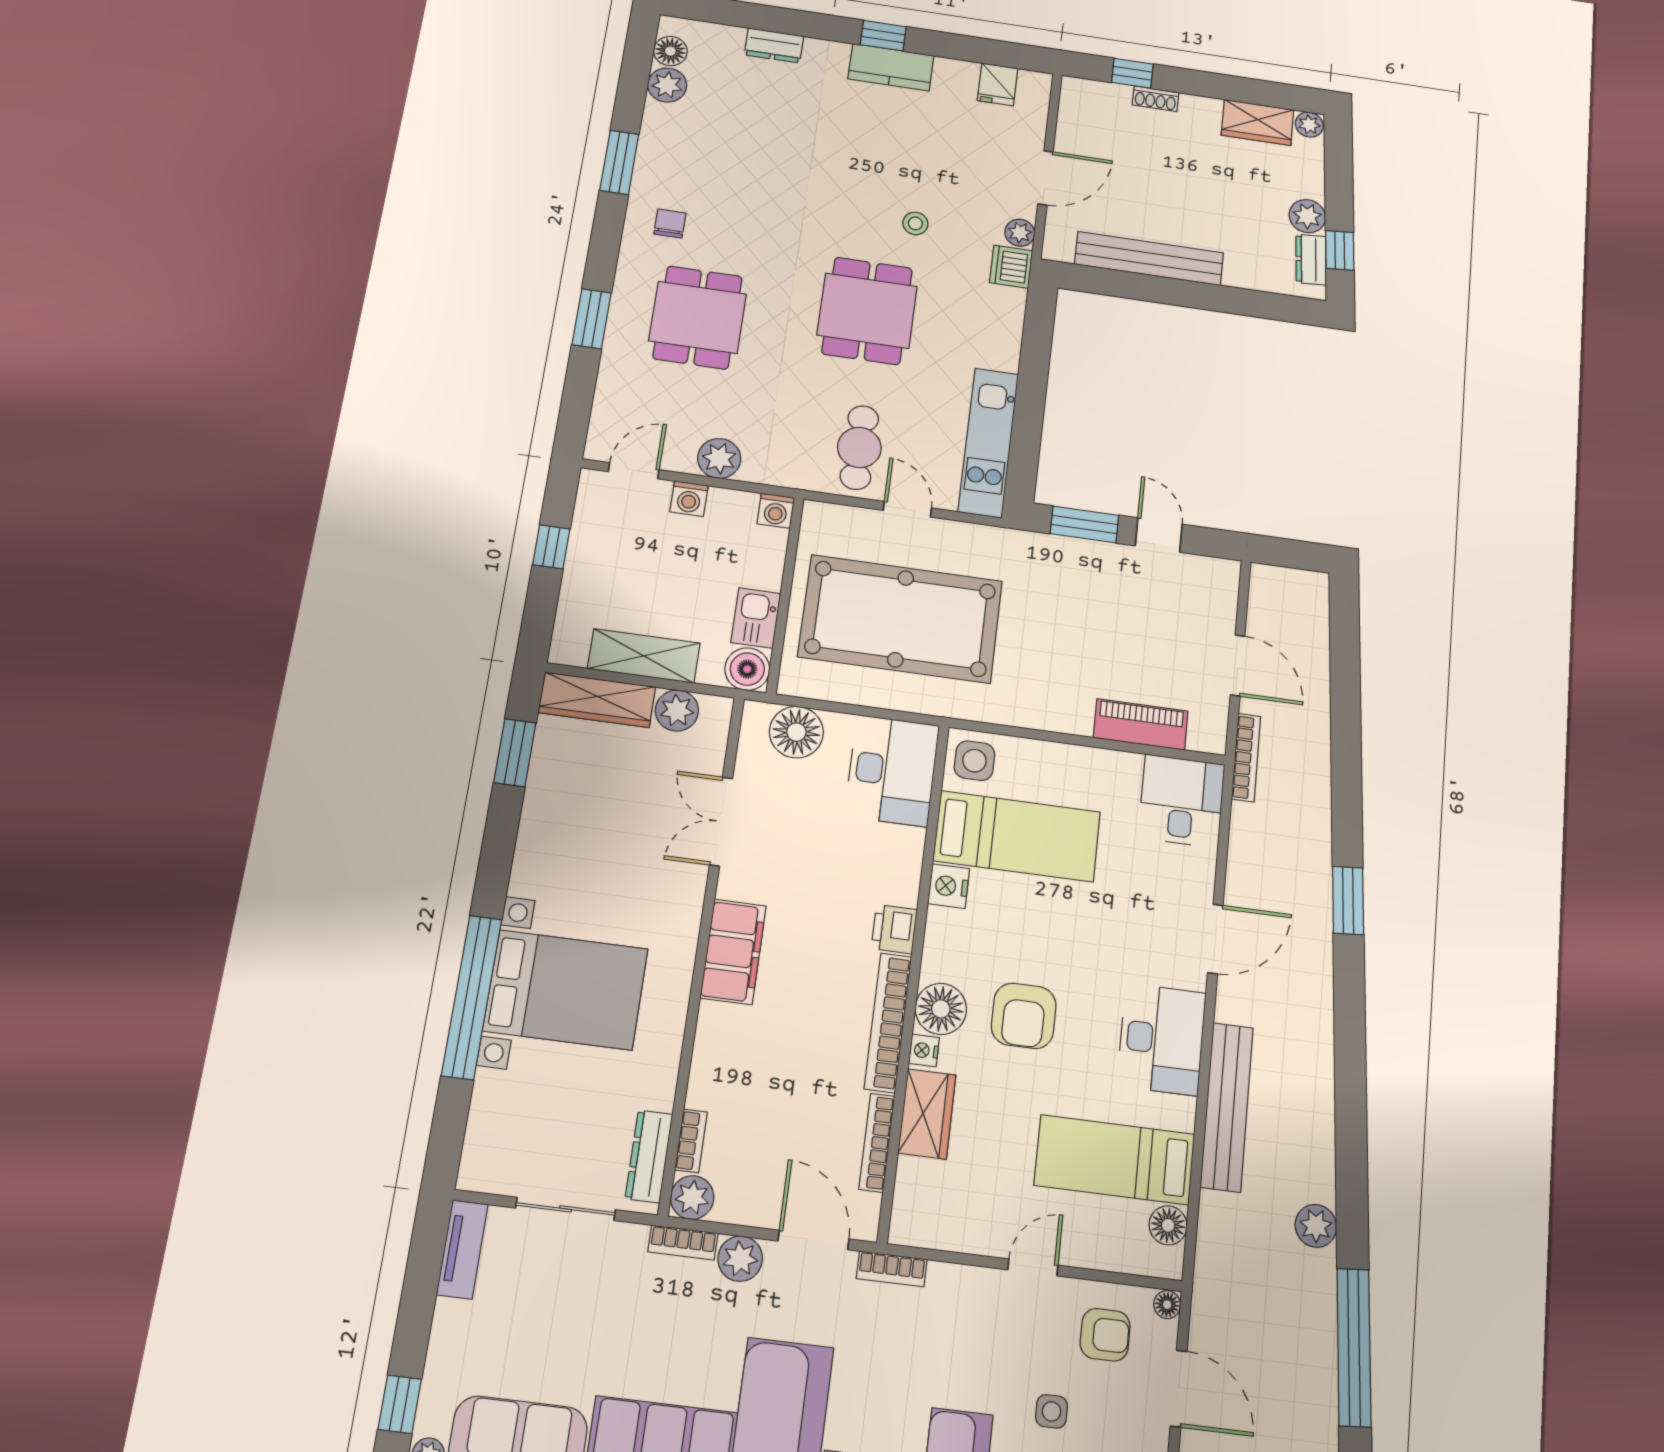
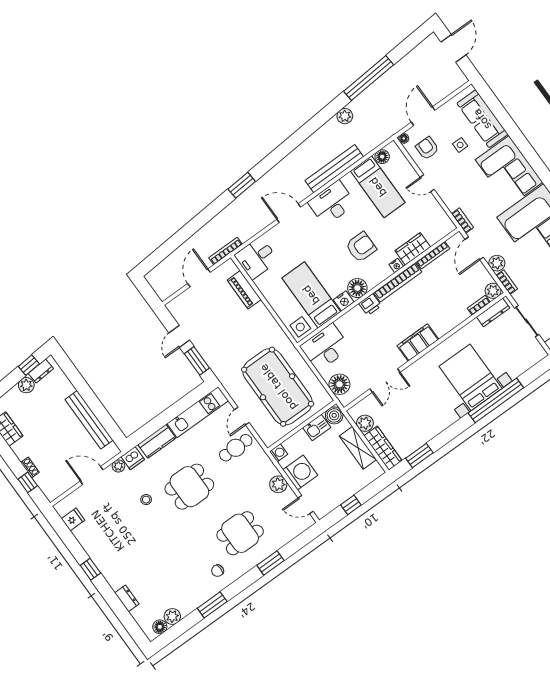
kitchen counter: (891, 67) -> (157, 441), moved, turned 90
washing machine: (689, 499) -> (300, 473), width x1.89, depth x1.89
floor lamp: (941, 1009) -> (357, 288), moved

